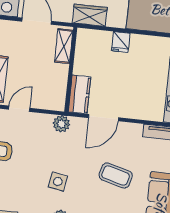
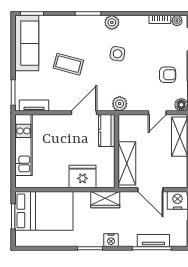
fridge: (121, 42) -> (82, 177), width x1.88, depth x1.34
shelving: (64, 46) -> (127, 163), width x1.50, depth x1.33

